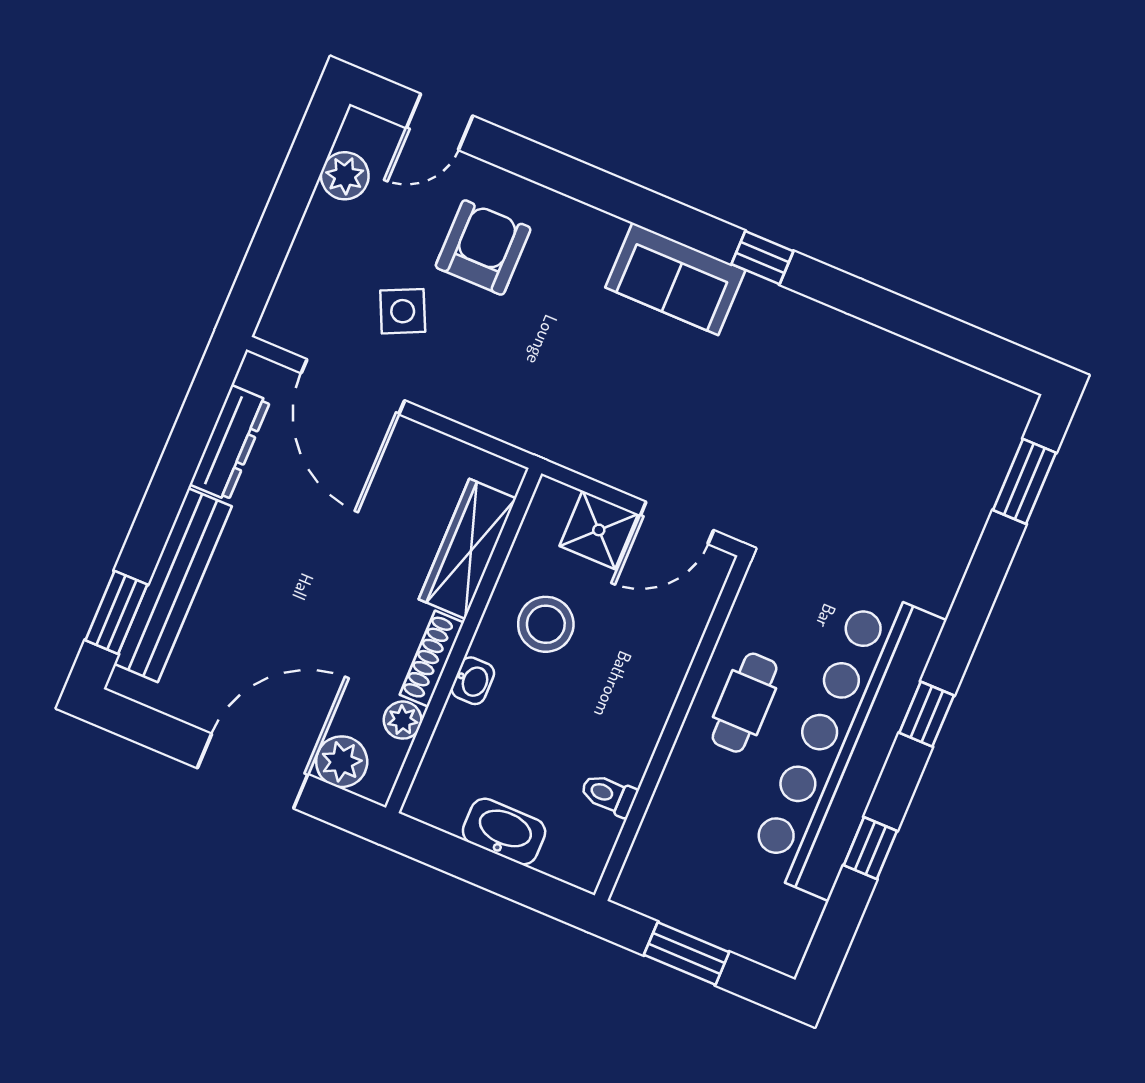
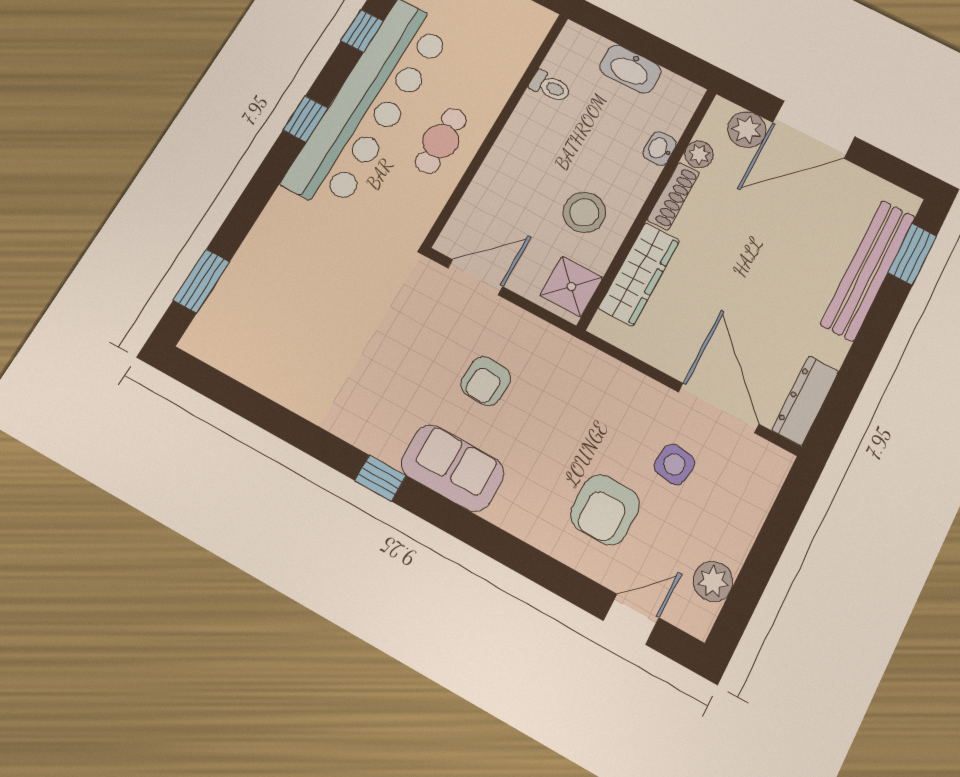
side table: (403, 311) -> (674, 464), turned 33
armchair: (647, 391) -> (486, 381), added
dresser: (230, 443) -> (805, 401), moved
shower: (599, 530) -> (571, 287), moved
washbasin: (473, 681) -> (660, 149), moved

